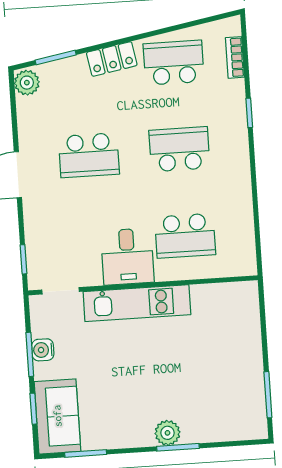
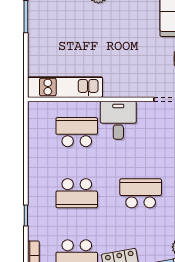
kitchen unit: (137, 303) -> (65, 87), moved

